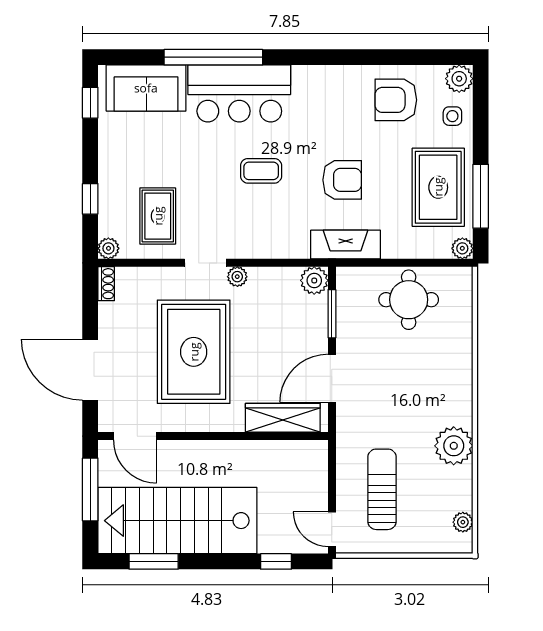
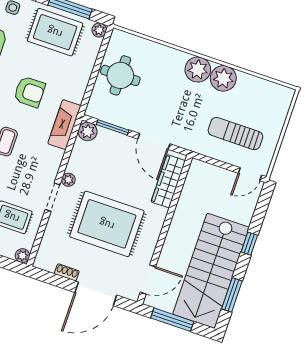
armchair: (342, 180) -> (29, 92), turned 90
fireplace: (346, 245) -> (64, 125), moved
shoe rack: (106, 284) -> (67, 272), moved
plant: (463, 522) -> (198, 69), moved, width x1.88, depth x1.88
window: (276, 561) -> (249, 244), moved

